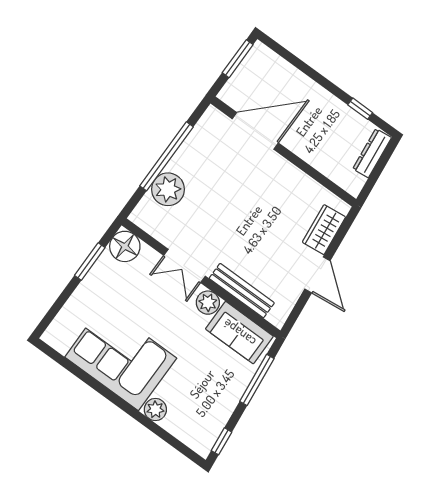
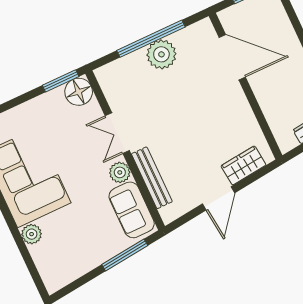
plant: (168, 189) -> (161, 54), moved
window: (90, 261) -> (61, 81), moved
window: (221, 441) -> (70, 288), removed

